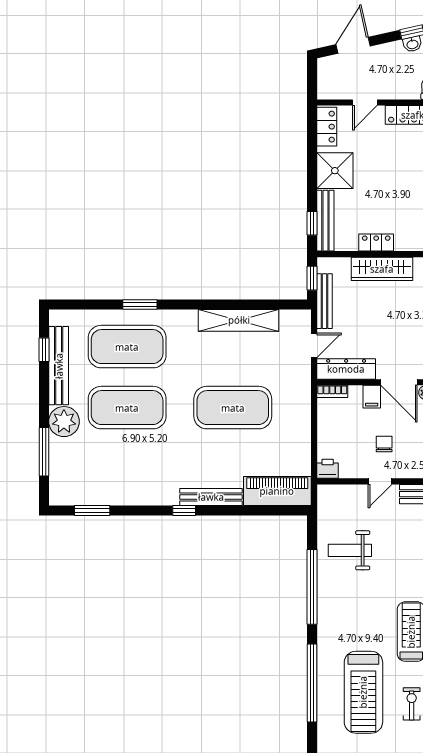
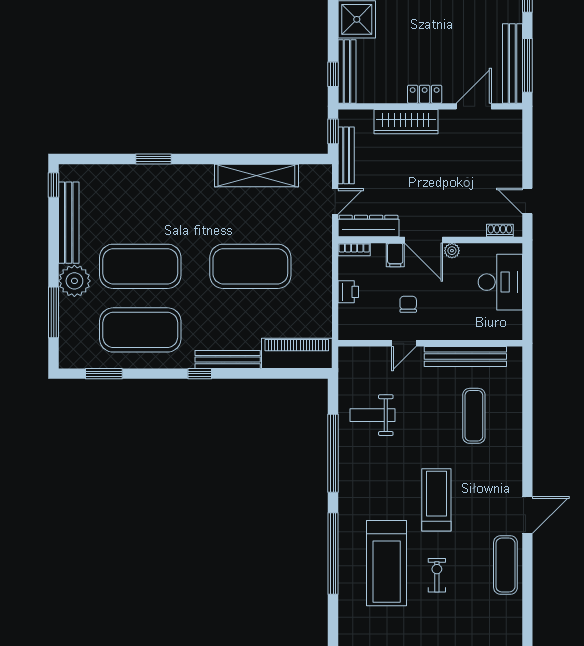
locker: (376, 242) -> (425, 94), moved
exercise mat: (127, 347) -> (140, 330), moved
window: (44, 350) -> (54, 185), moved
printer: (328, 469) -> (348, 292), moved, turned 90

